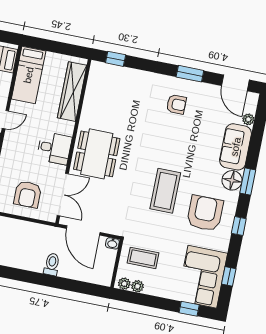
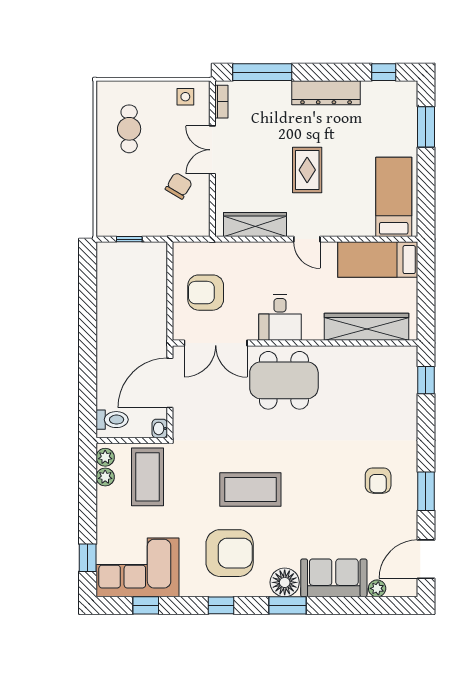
coffee table: (143, 258) -> (147, 477), width x1.36, depth x1.32
toilet: (52, 264) -> (112, 420), moved

